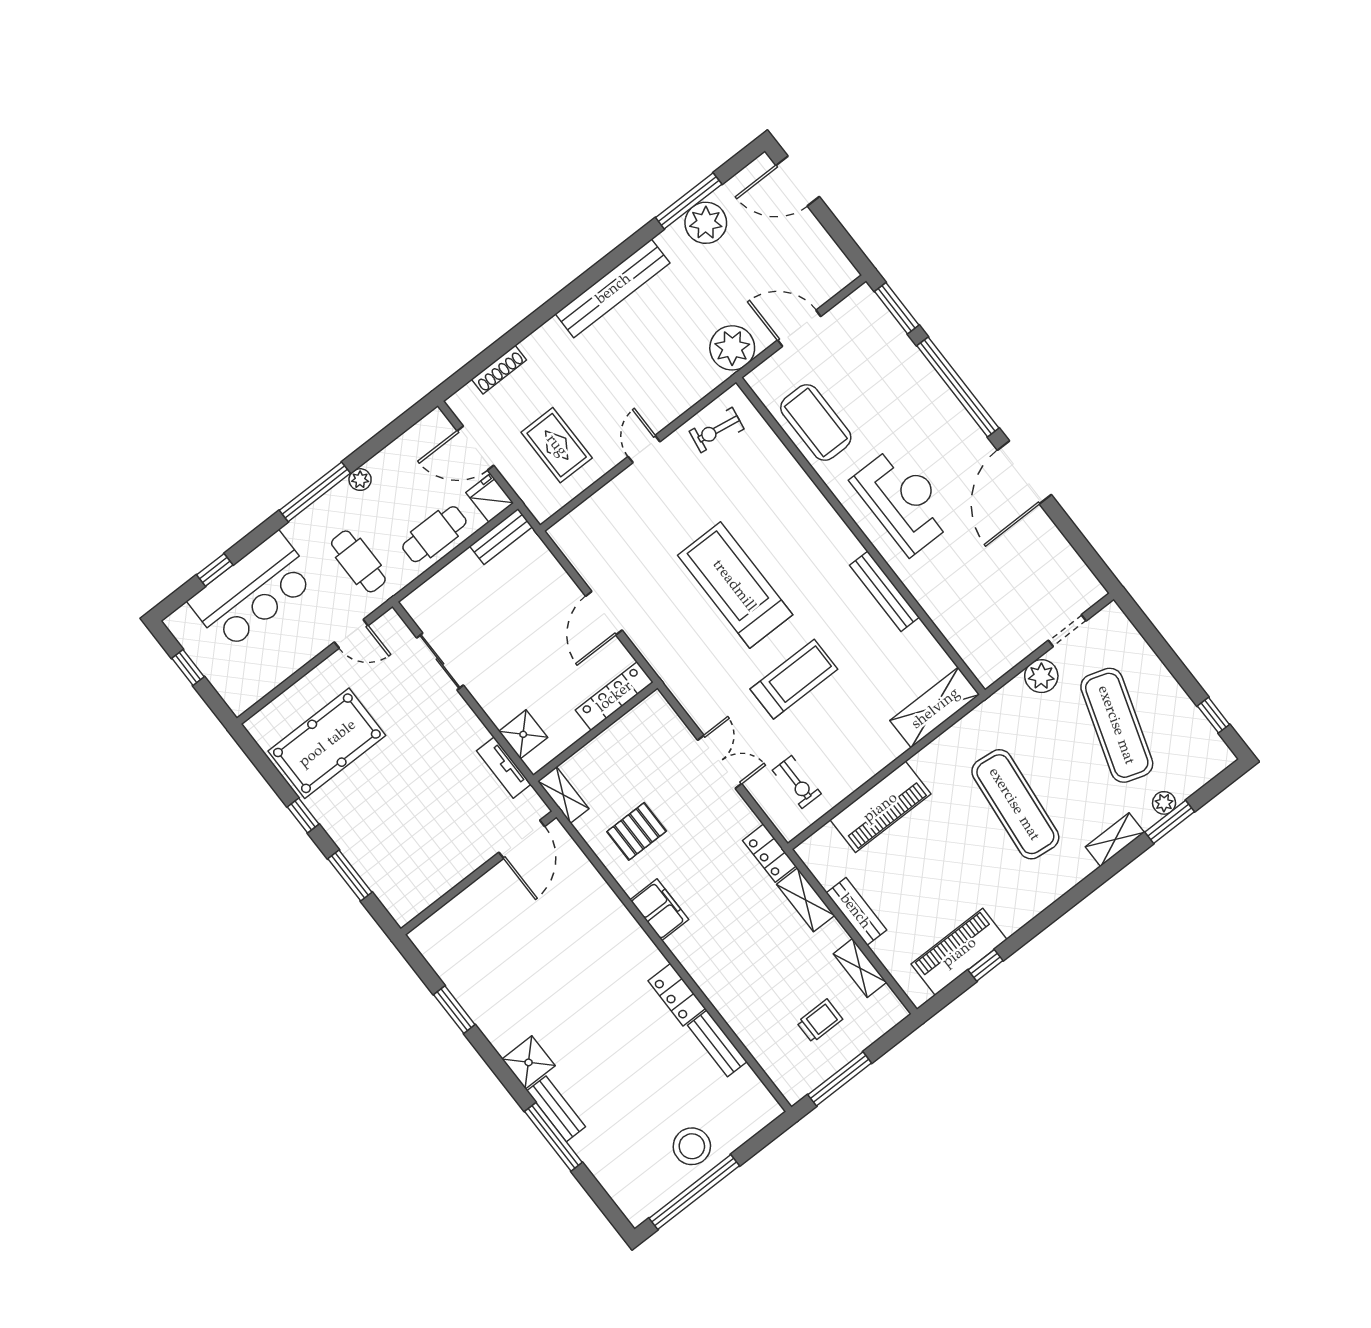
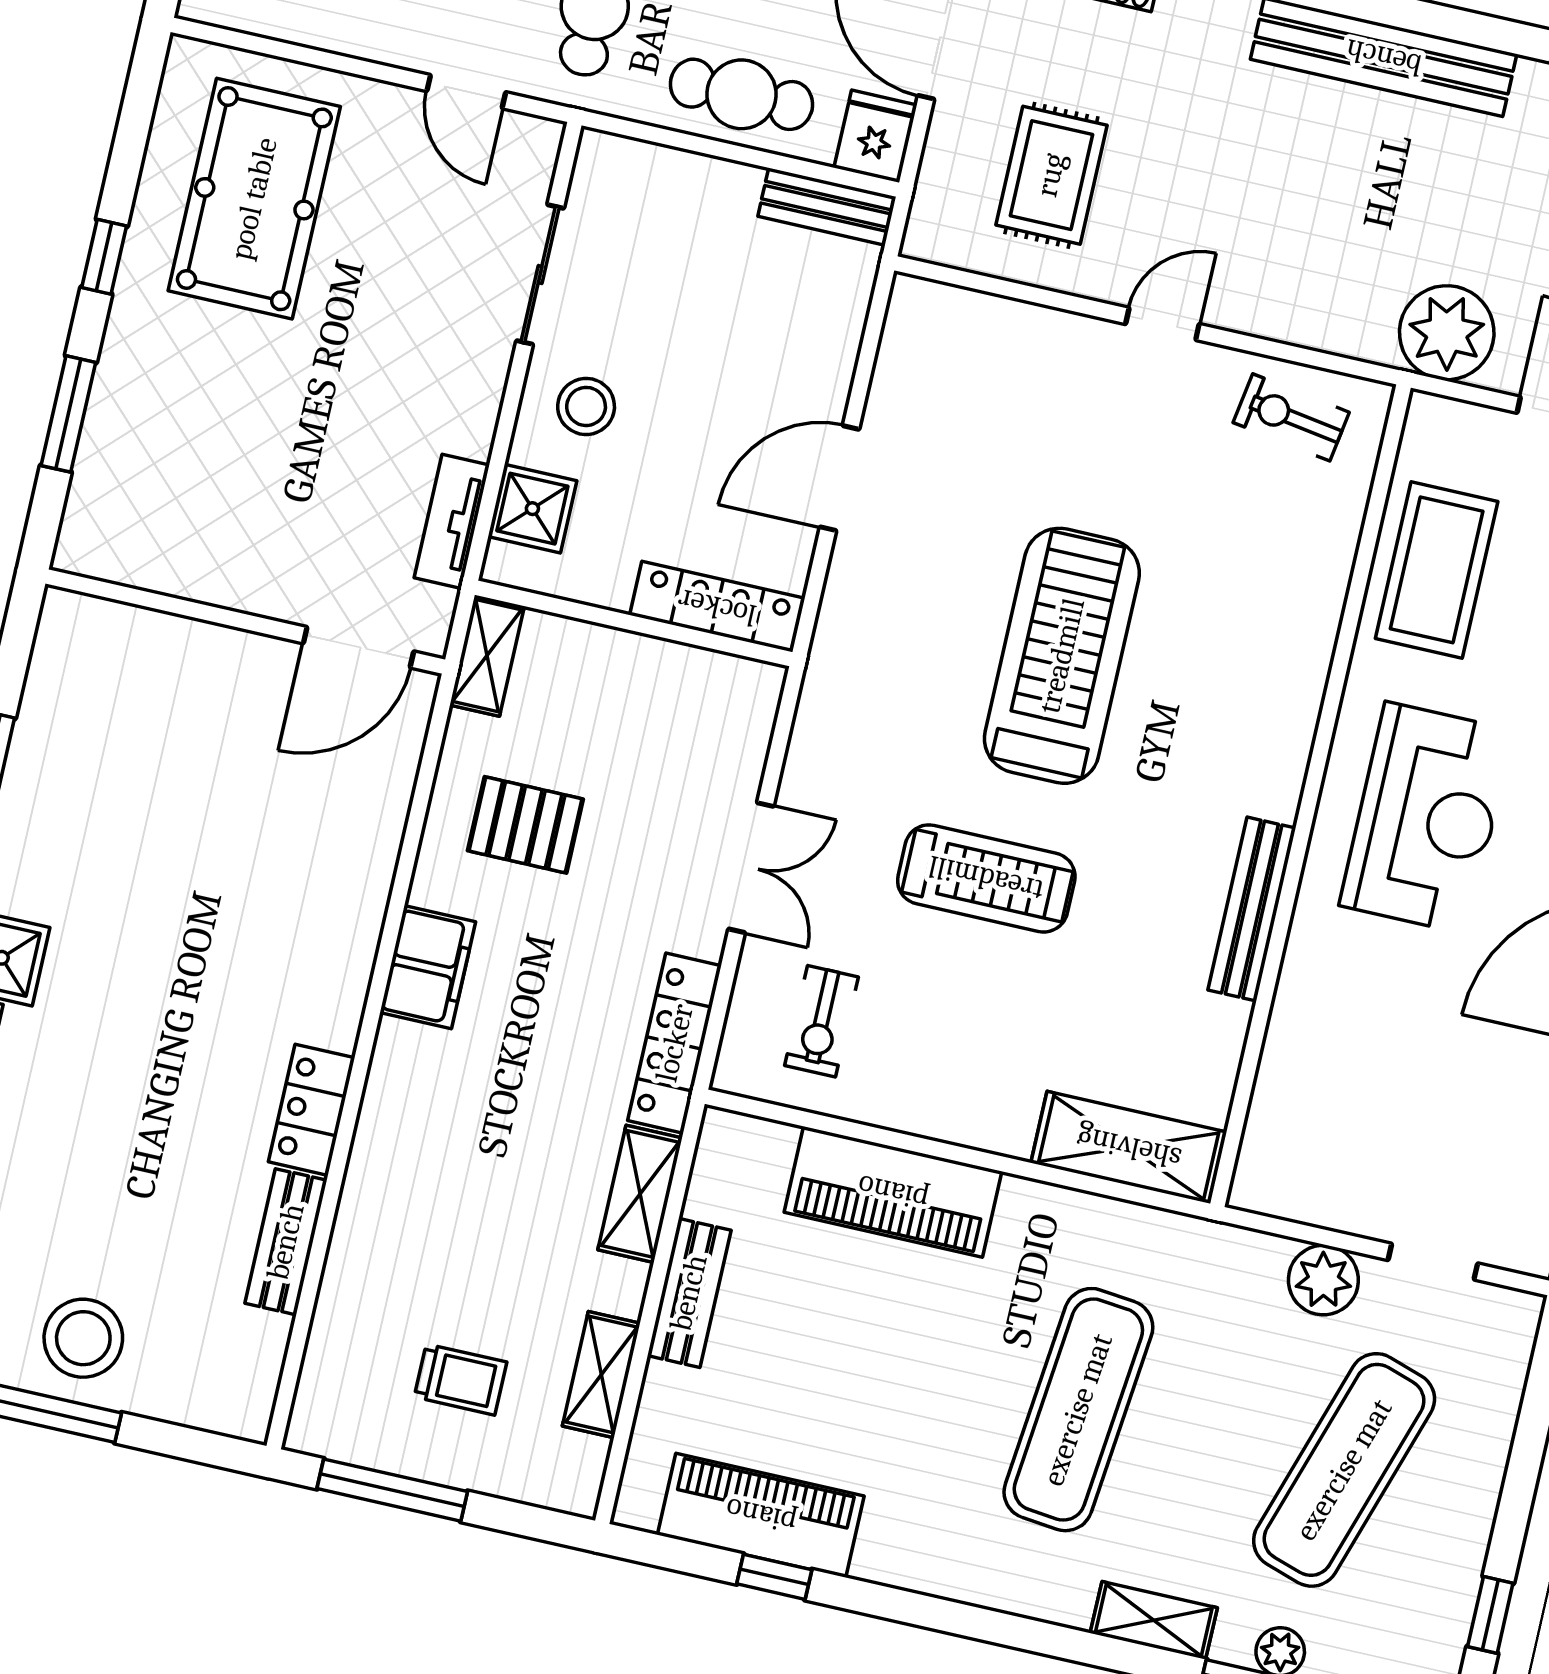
stool: (502, 684) -> (586, 406), added
pool table: (327, 743) -> (254, 199), turned 90
locker: (769, 853) -> (675, 1043), width x1.53

